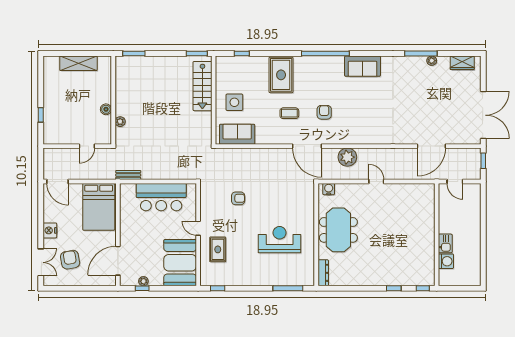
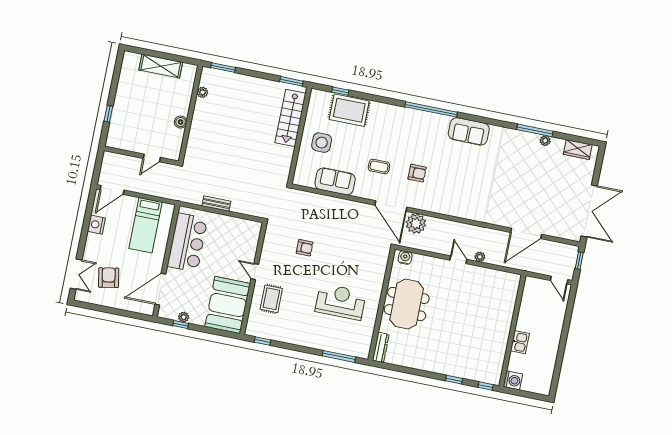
rug: (281, 75) -> (349, 110), moved, turned 90
armchair: (324, 112) -> (417, 173), turned 90
plant: (120, 122) -> (202, 92), moved
sofa: (237, 134) -> (335, 181), moved
plant: (347, 157) -> (416, 224), moved
bench: (128, 175) -> (216, 204), moved
plant: (395, 175) -> (480, 257), added
door: (58, 182) -> (112, 190), hinge flipped
door: (455, 182) -> (559, 280), moved
bar counter: (161, 197) -> (187, 243), moved, turned -90
bed: (99, 207) -> (146, 225), width x0.67
nightstand: (50, 230) -> (96, 225), moved
washing machine: (446, 261) -> (513, 380), moved

